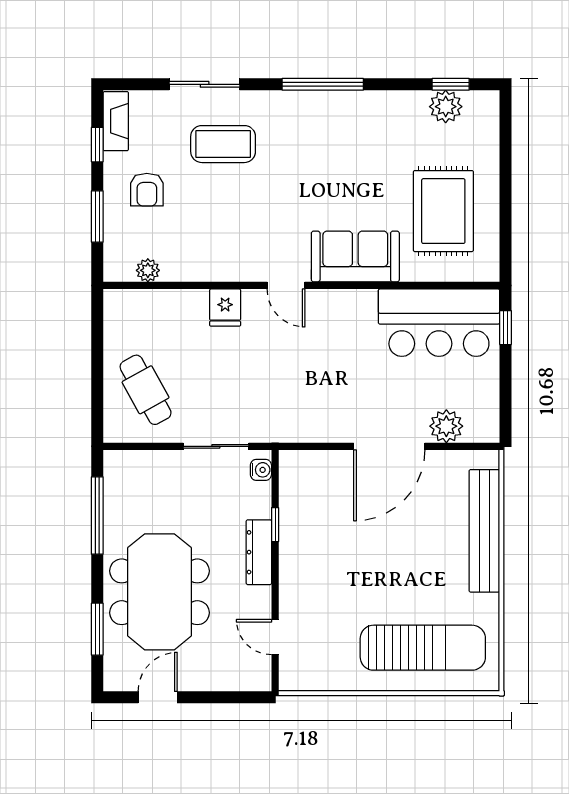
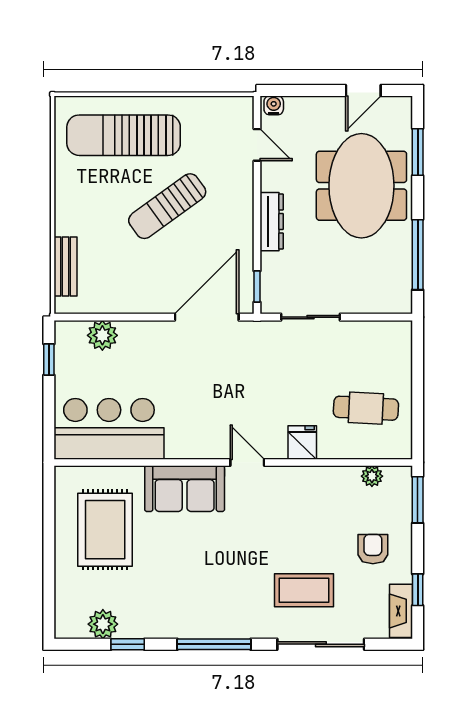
sliding door: (205, 84) -> (321, 644), width x1.37
window: (451, 84) -> (128, 644), moved
window: (97, 216) -> (418, 500), moved
window: (505, 328) -> (49, 360), moved
cafe table: (146, 390) -> (366, 408), moved, turned -58
door: (389, 446) -> (207, 317), moved
water cooler: (261, 470) -> (274, 105), moved, turned 90
window: (275, 525) -> (257, 287), moved
bench: (484, 531) -> (66, 266), width x0.54, depth x0.82
sun lounger: (375, 569) -> (167, 206), added

